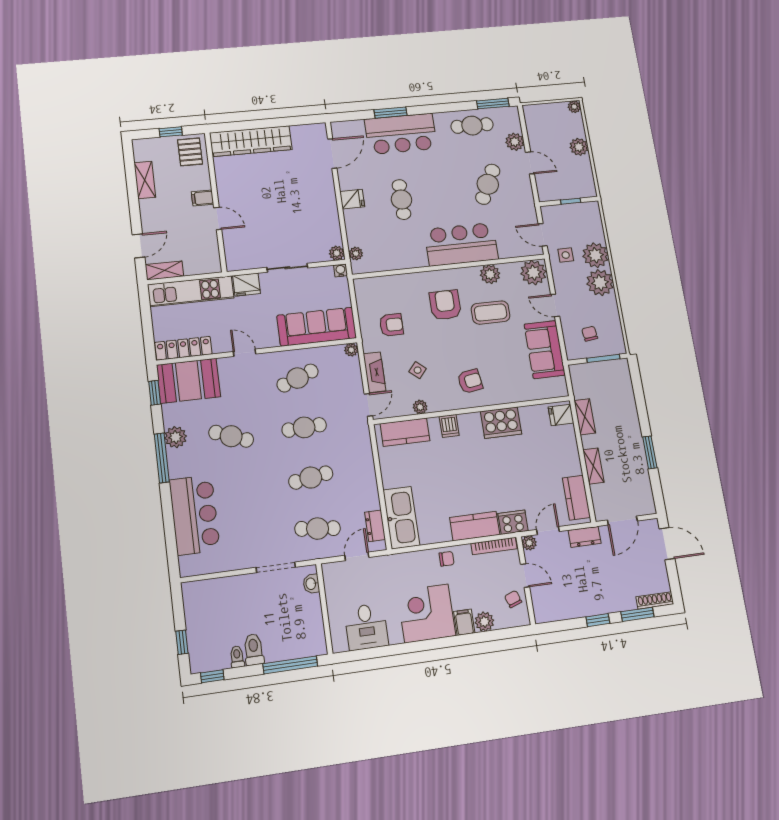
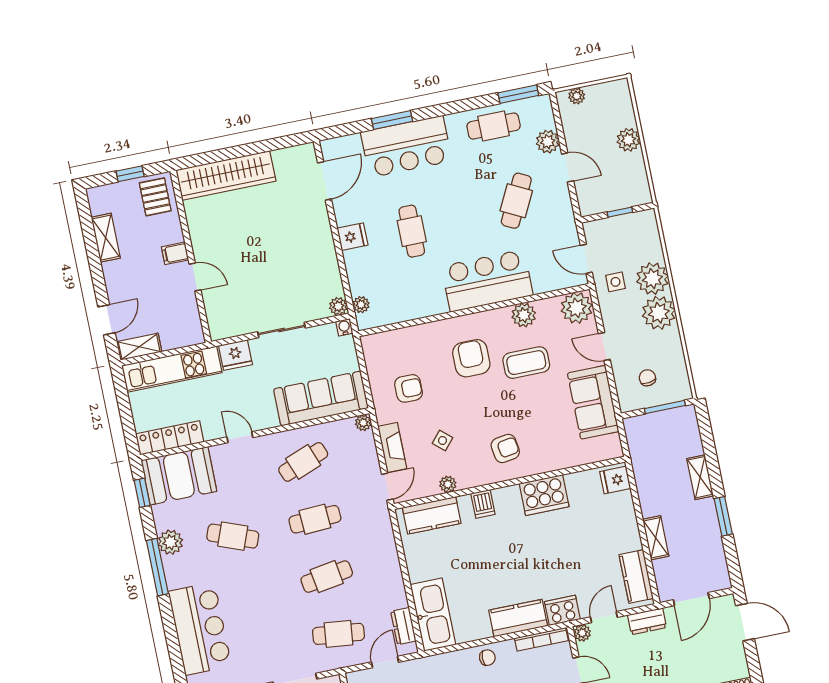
plant: (574, 107) -> (577, 96), moved
shelving: (585, 417) -> (700, 477), moved

